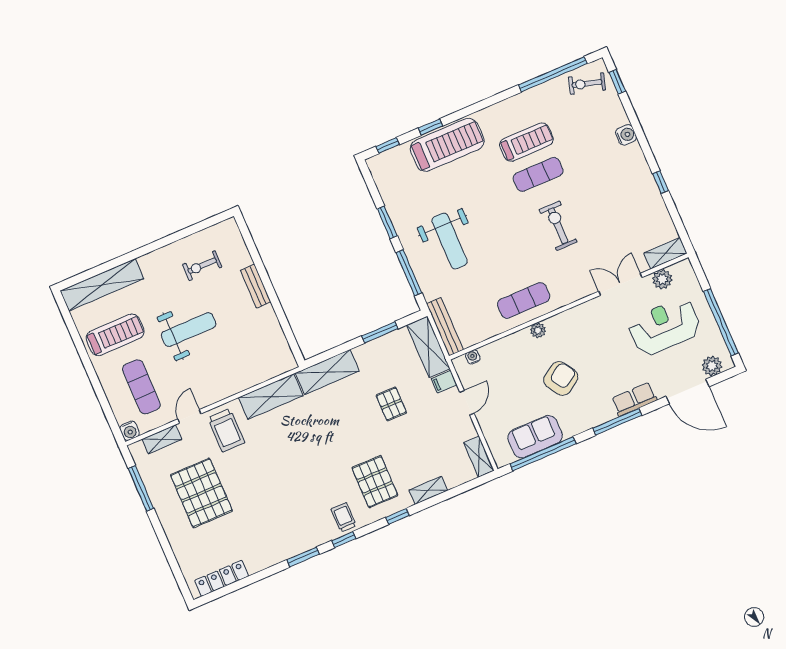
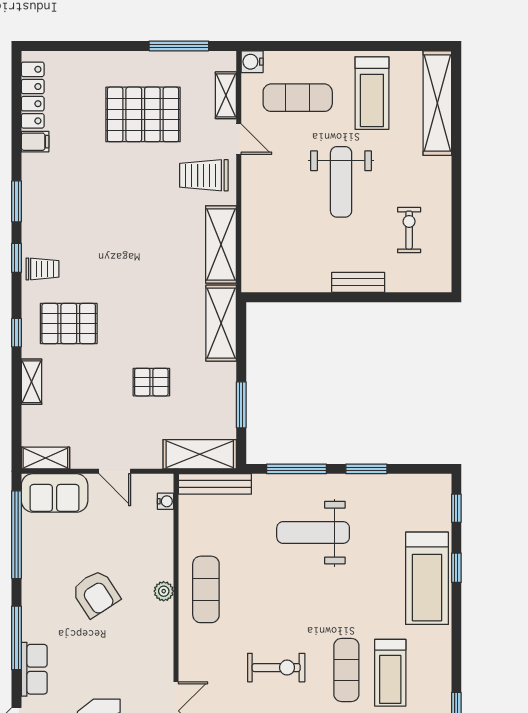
filing cabinet: (444, 382) -> (35, 142), moved, turned 90
sofa: (535, 437) -> (55, 493), moved, turned 90

